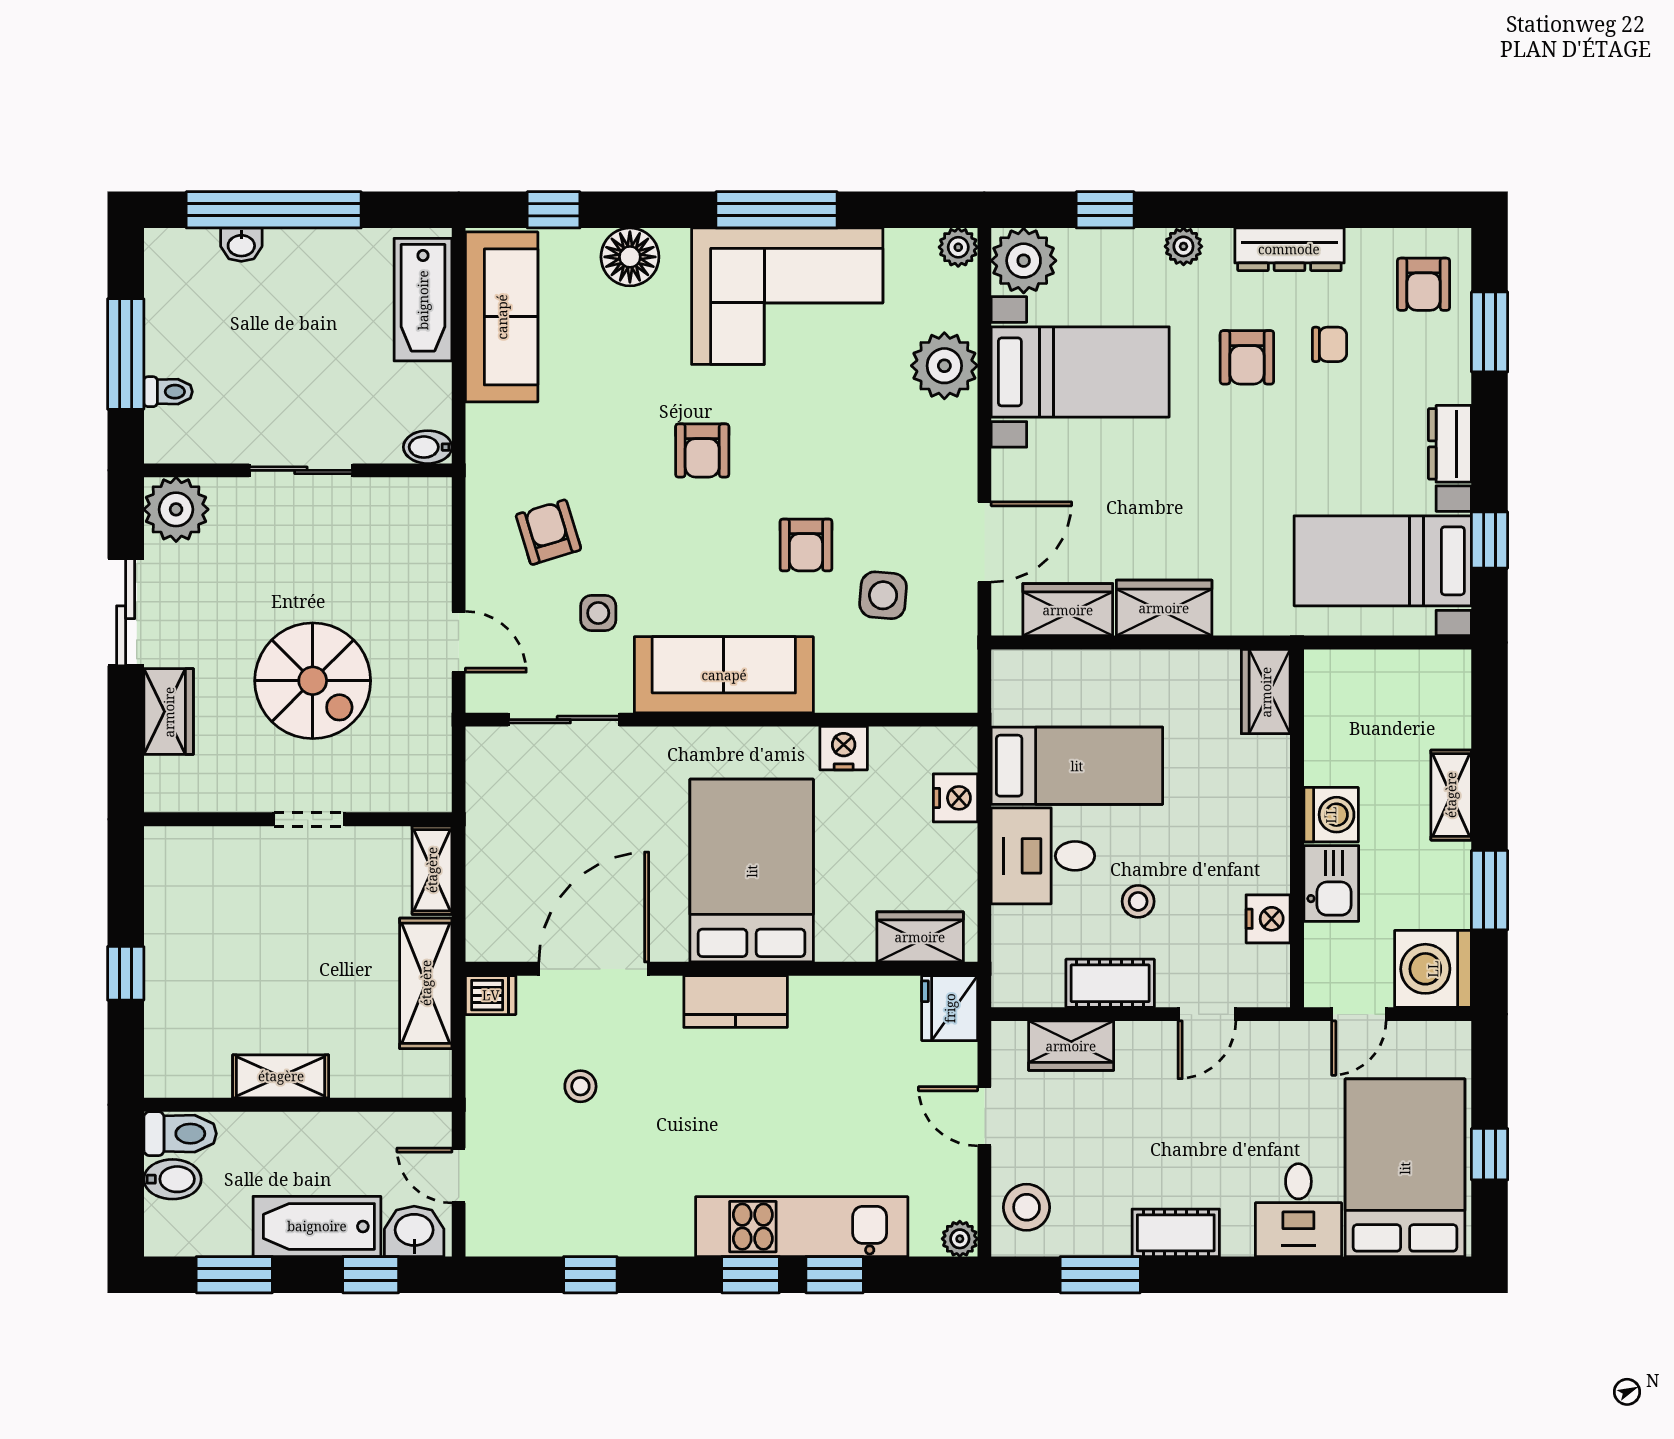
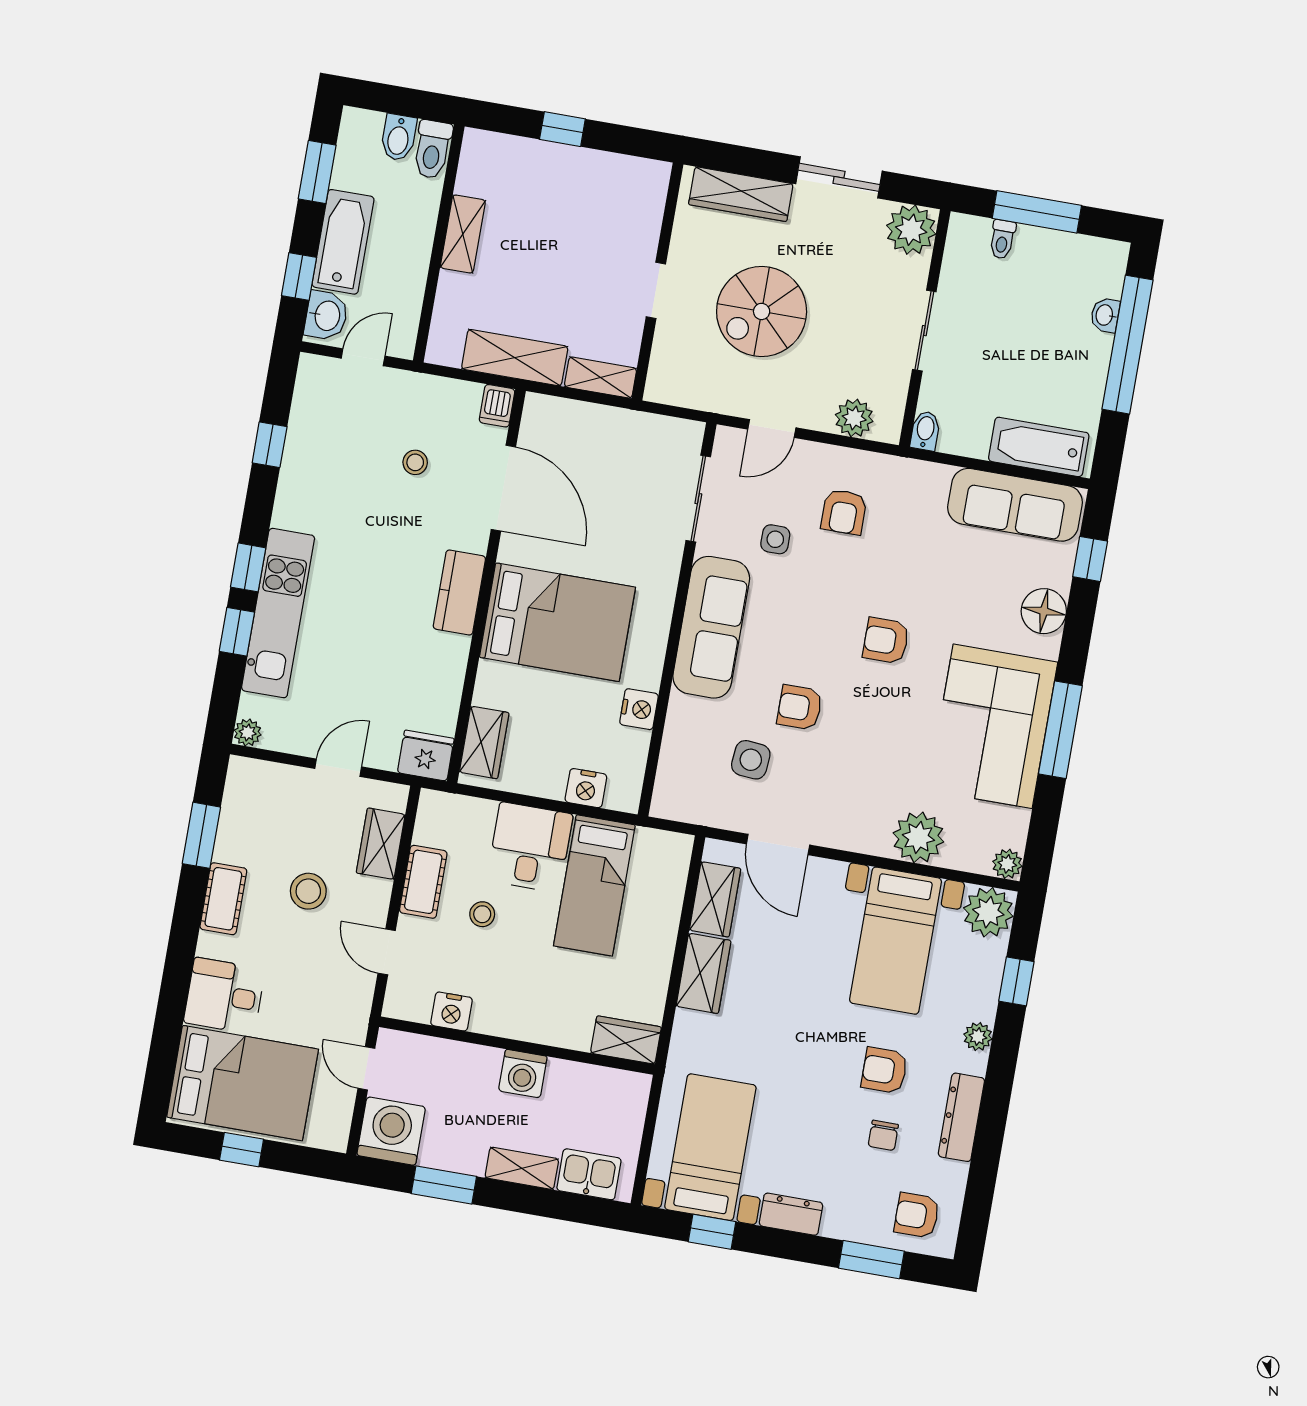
armchair: (548, 532) -> (844, 512), turned 107
plant: (427, 540) -> (854, 418), added
wardrobe: (169, 712) -> (741, 194), width x1.50
kitchen sink: (1331, 883) -> (589, 1174), moved, turned 180
stool: (1027, 1207) -> (308, 891), moved

